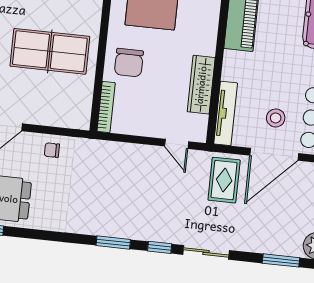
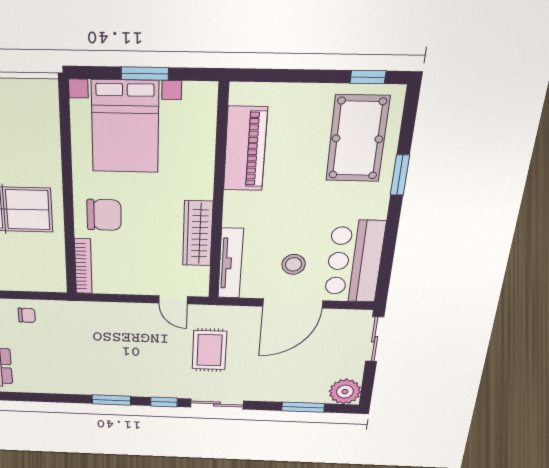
chair: (129, 63) -> (104, 215), turned -90
chair: (52, 150) -> (27, 315), turned 180
rug: (224, 180) -> (209, 350), moved

